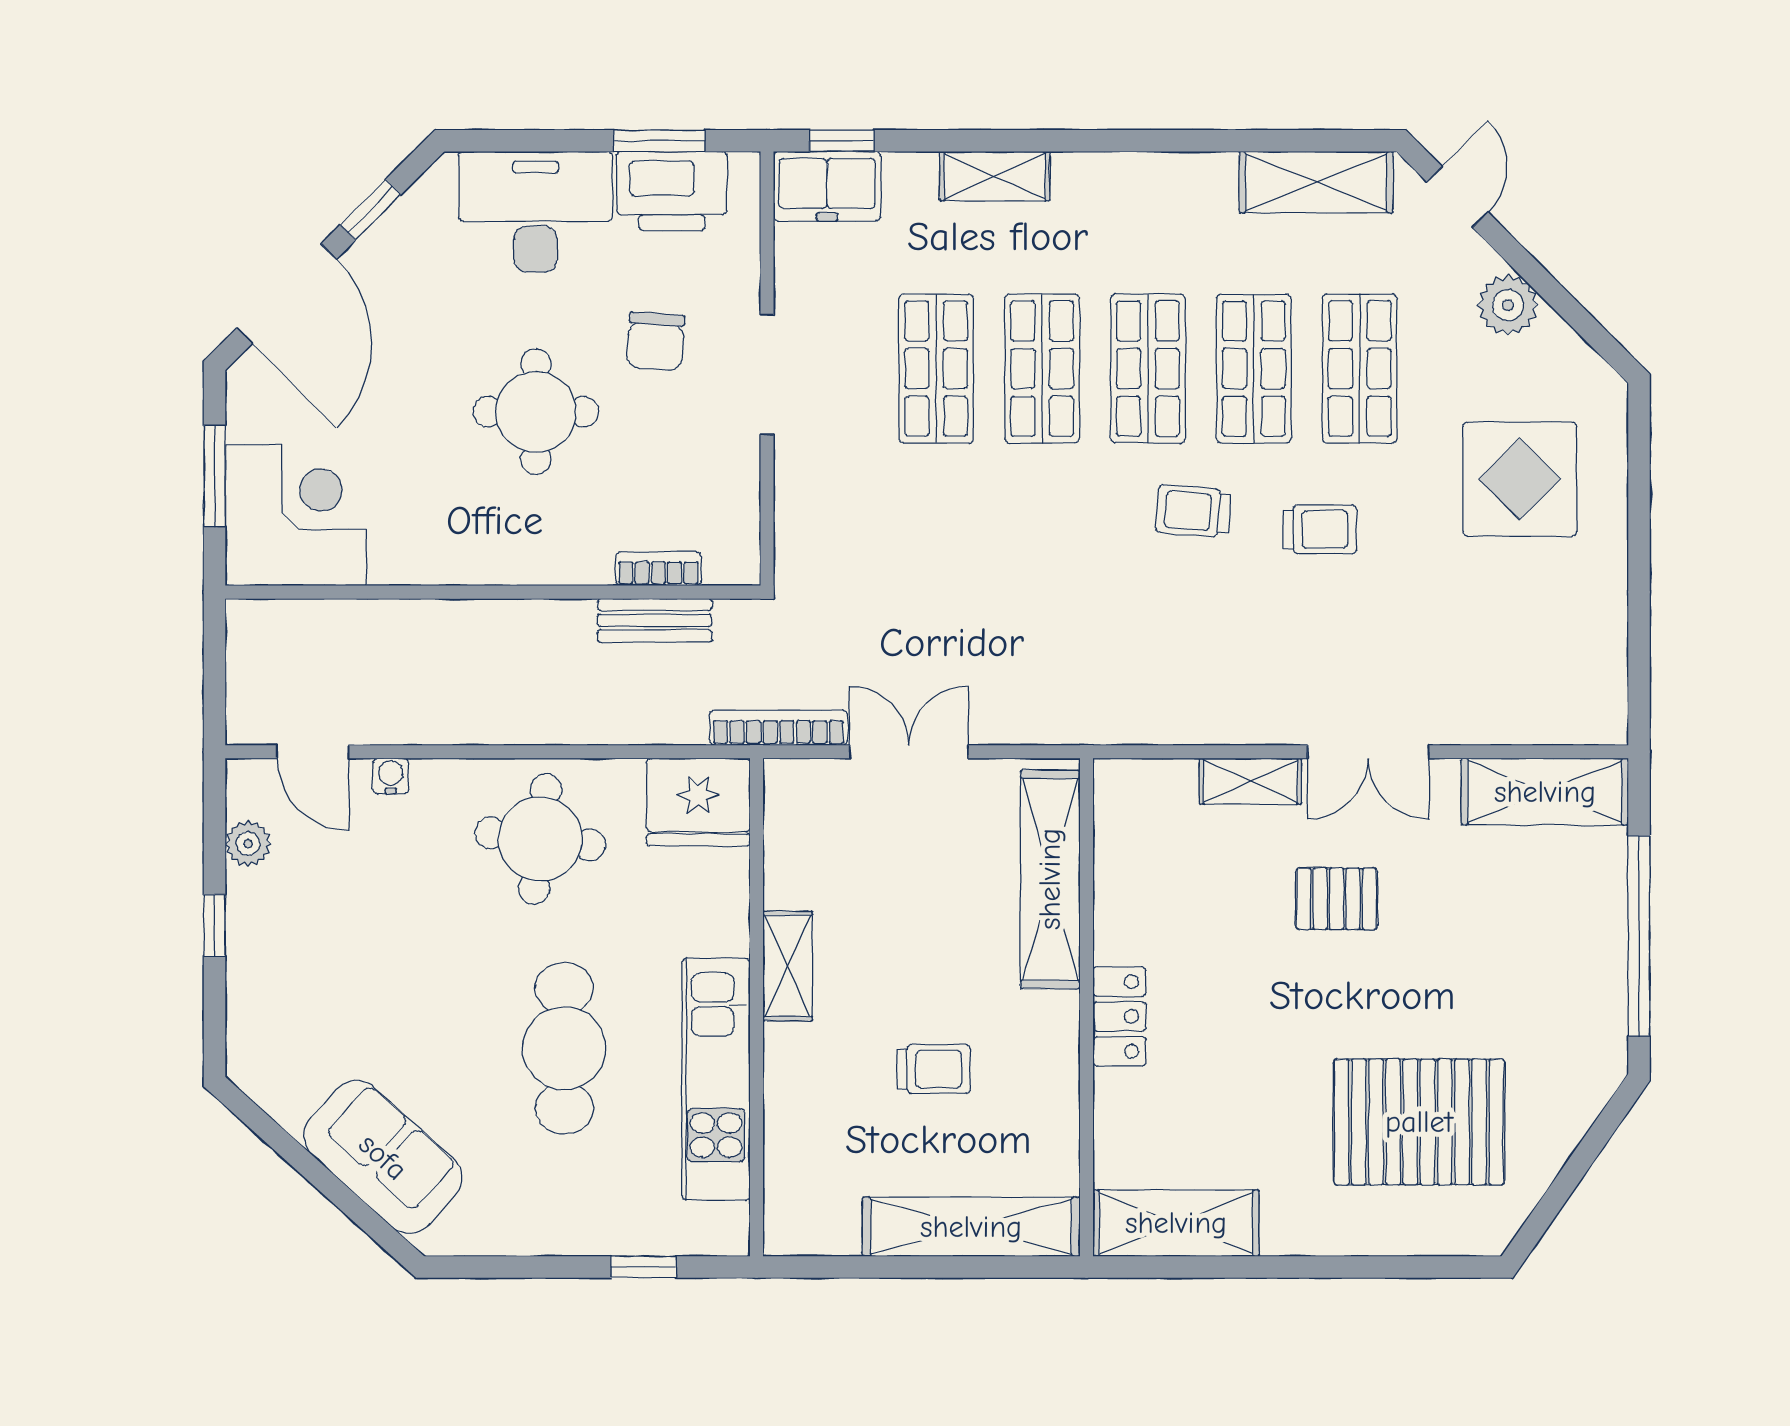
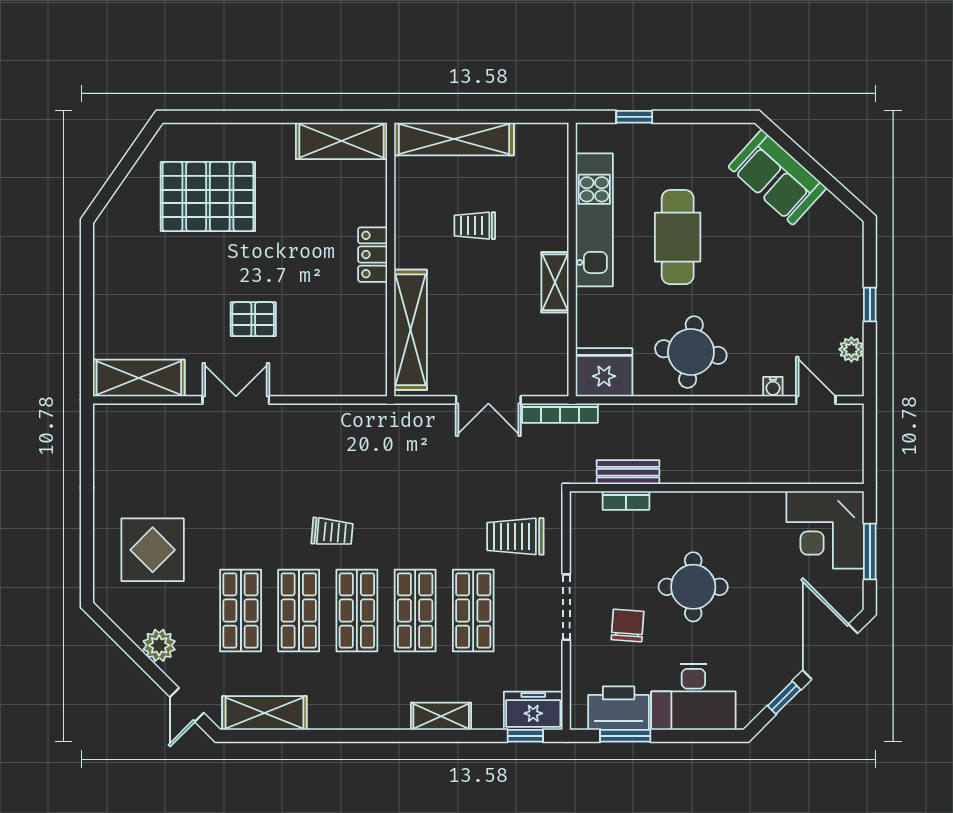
trolley: (1320, 529) -> (515, 536), moved, width x1.36, depth x1.39
shelving: (1251, 781) -> (301, 384), removed
window: (1639, 936) -> (87, 299), removed

